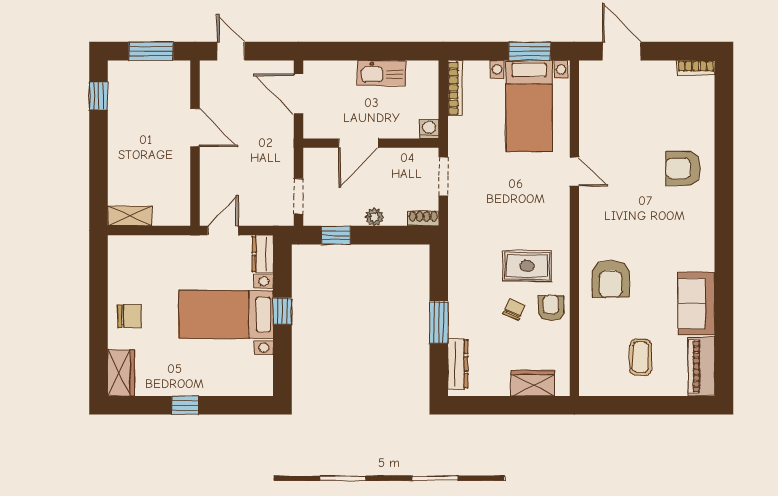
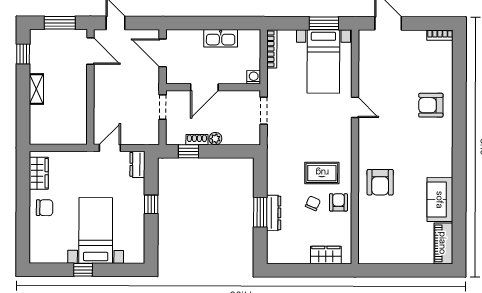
door: (195, 128) -> (90, 51), moved
doorway: (299, 196) -> (163, 107), moved
shelving: (130, 216) -> (36, 89), moved, turned 90
shoe rack: (423, 218) -> (197, 140), moved
bed with nightstands: (226, 315) -> (96, 230), moved, turned 90
coffee table: (641, 357) -> (401, 237), removed
dresser: (458, 364) -> (274, 213), moved
wardrobe: (121, 373) -> (39, 173), moved

